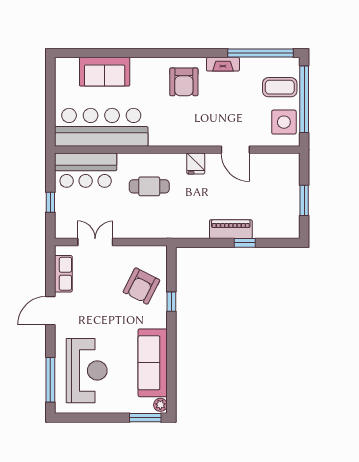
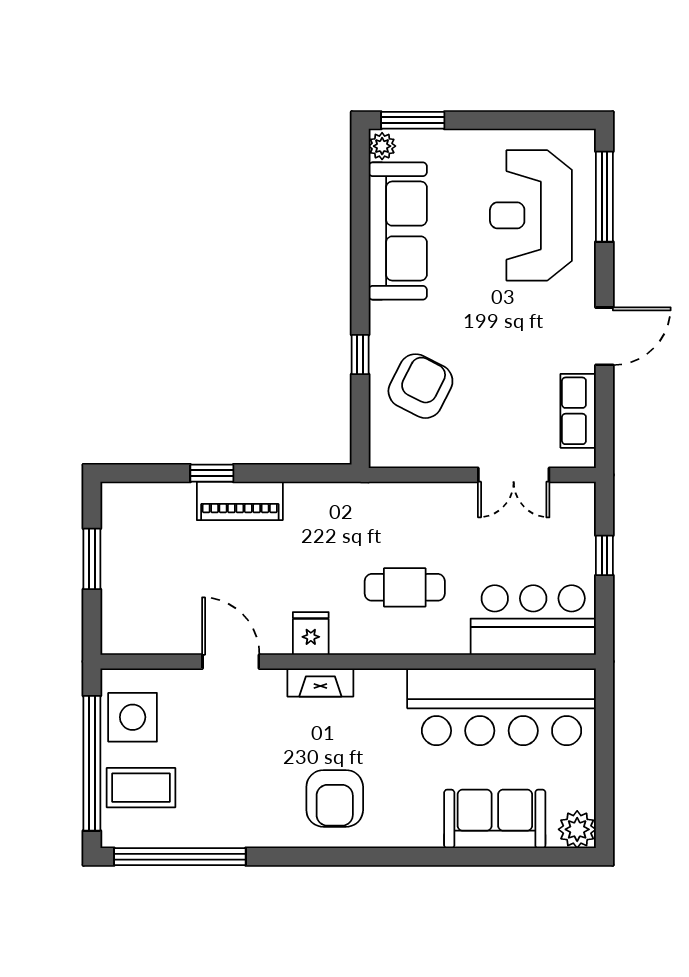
fireplace: (223, 64) -> (320, 682), moved, turned 180
plant: (64, 67) -> (577, 829), added
armchair: (184, 82) -> (335, 798), turned 180

